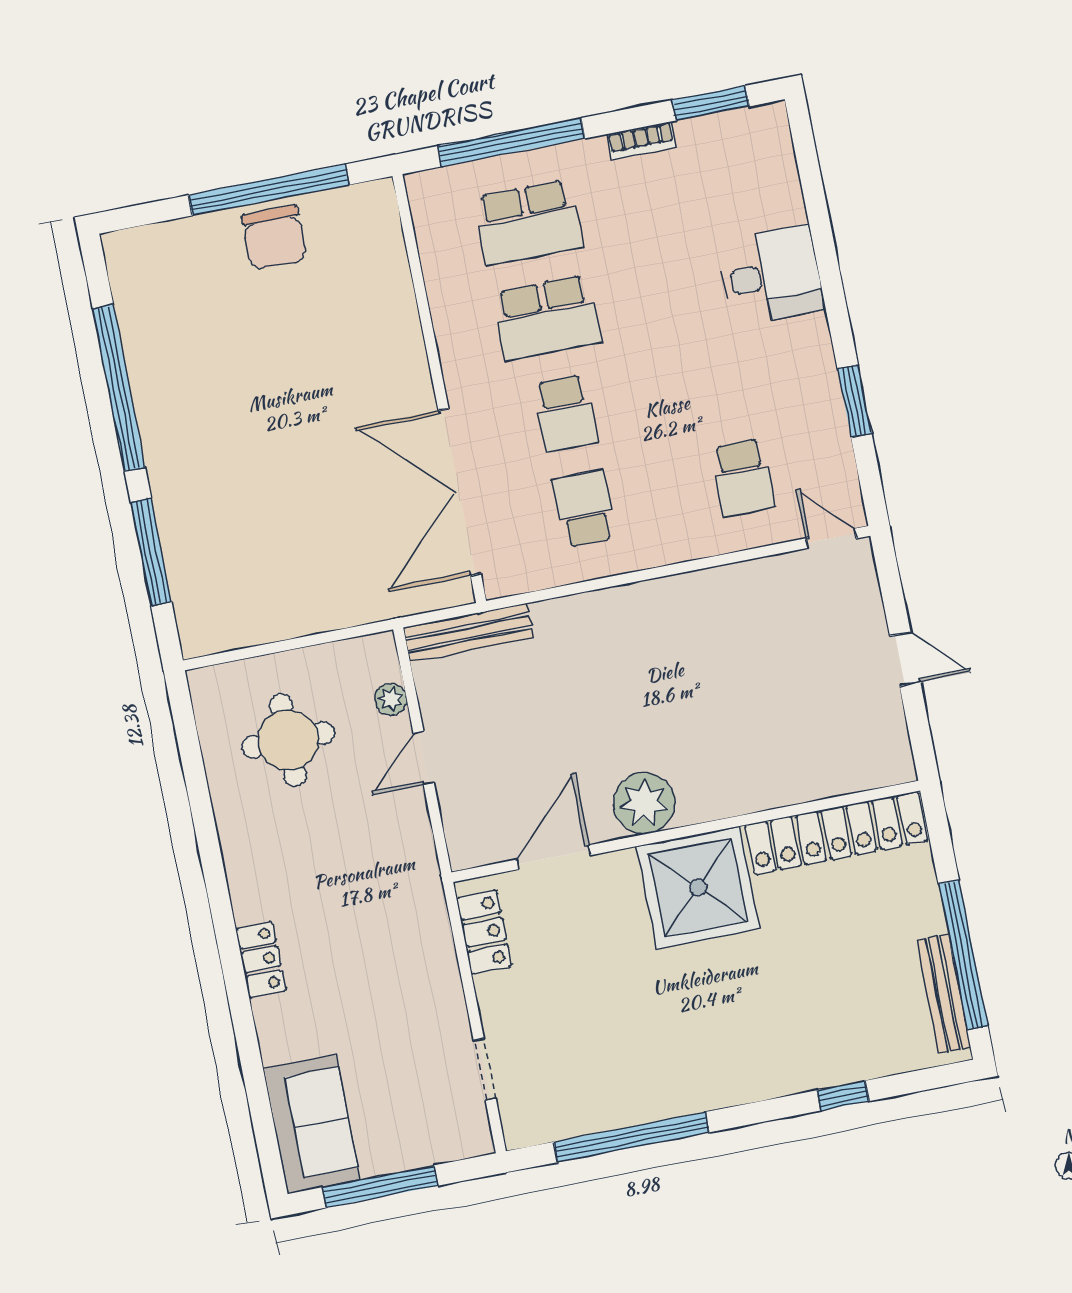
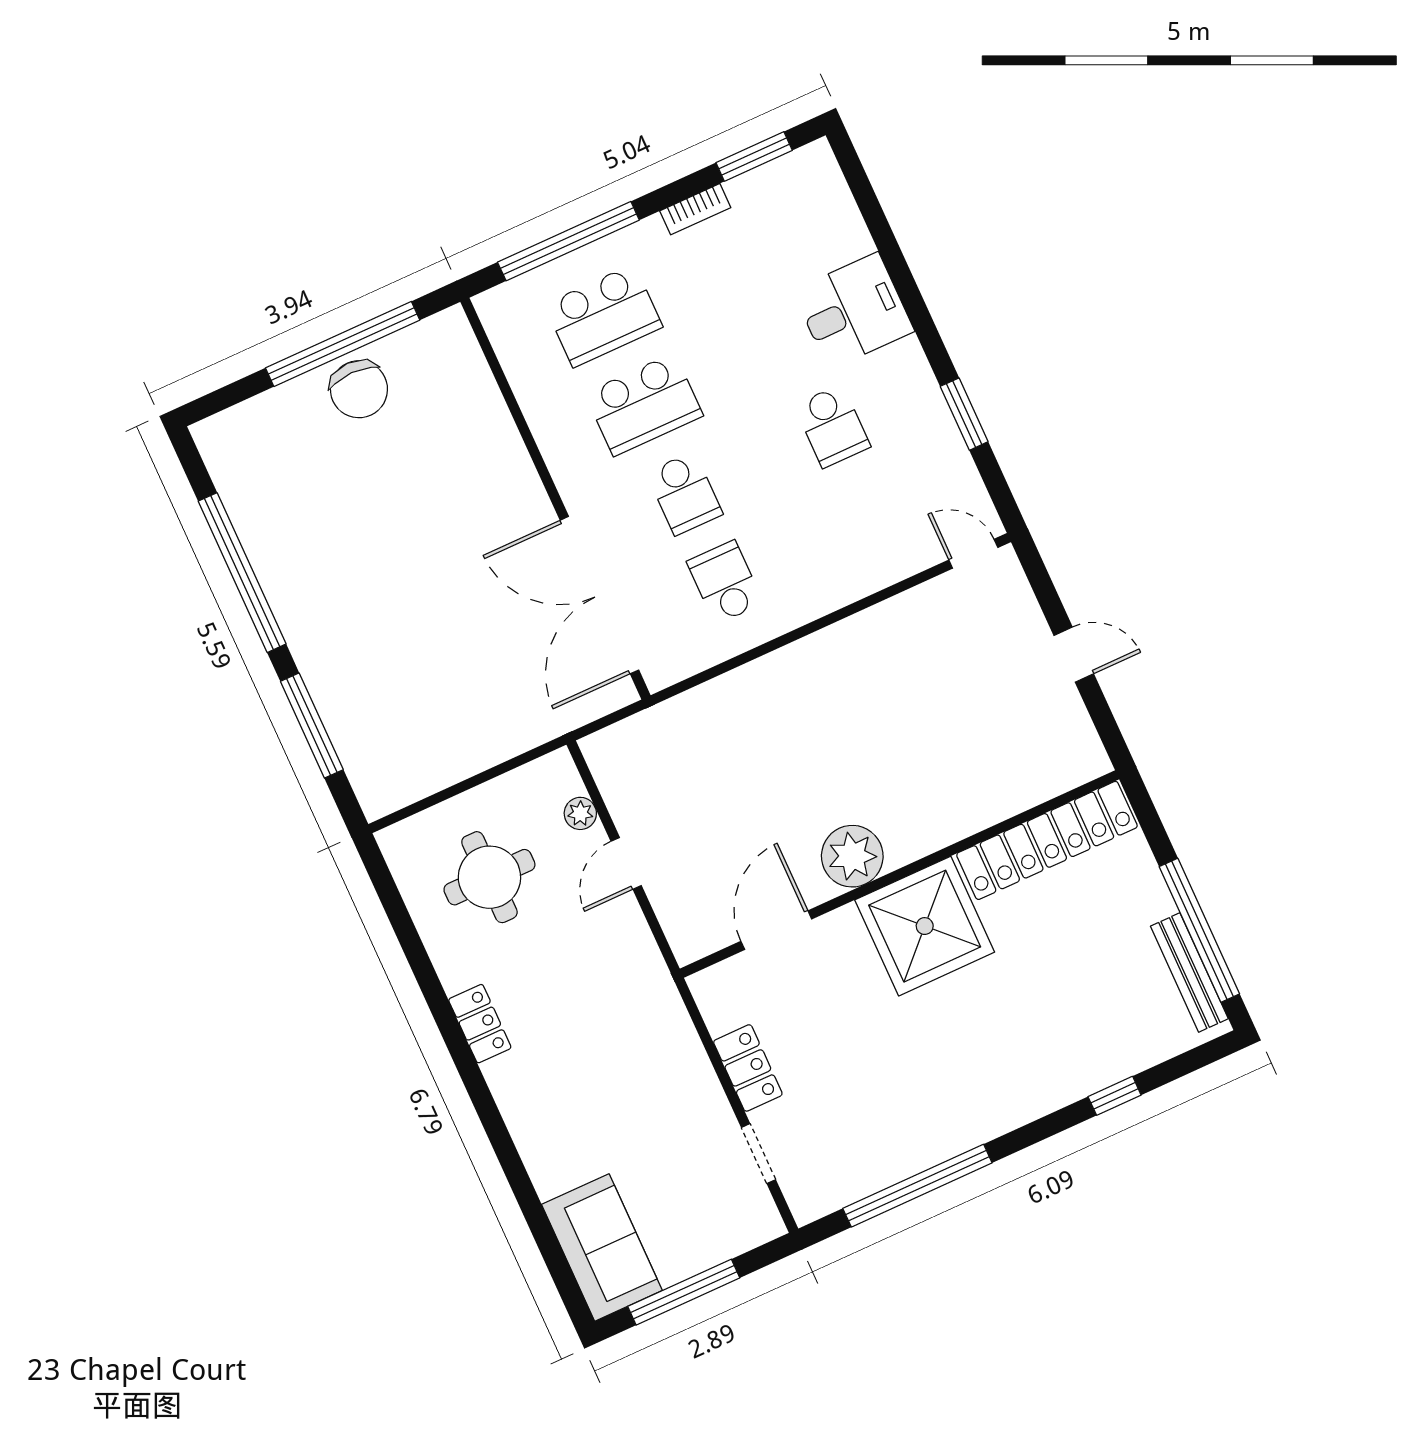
school desk: (743, 478) -> (832, 426), moved
bench: (469, 633) -> (641, 730), removed
locker: (484, 932) -> (748, 1068), moved
locker: (261, 960) -> (480, 1024), moved

